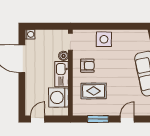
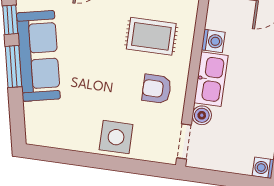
washing machine: (58, 98) -> (213, 41), width x0.53, depth x0.53

